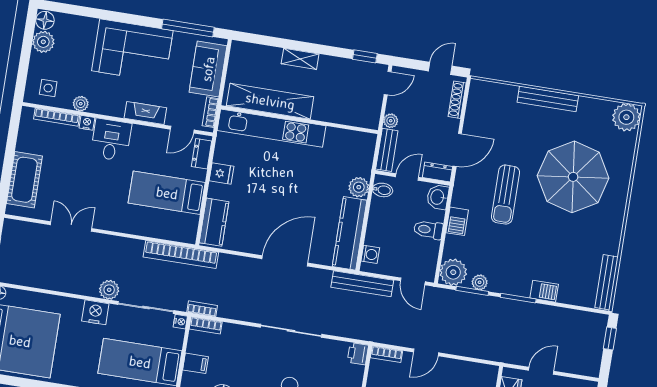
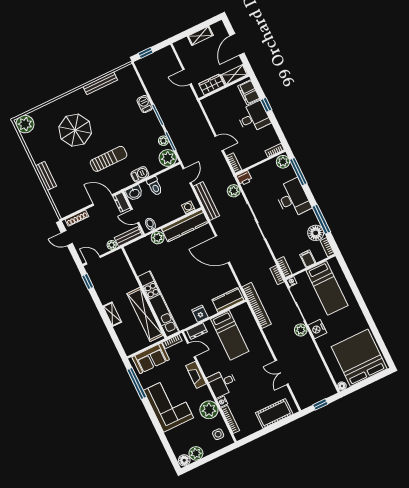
bench: (548, 99) -> (46, 176), width x0.73
plant: (81, 104) -> (209, 410), width x1.87, depth x1.87
parasol: (573, 177) -> (75, 130), width x0.73, depth x0.73
bench: (606, 282) -> (100, 83), moved
plant: (351, 328) -> (234, 191), added

